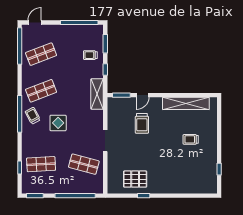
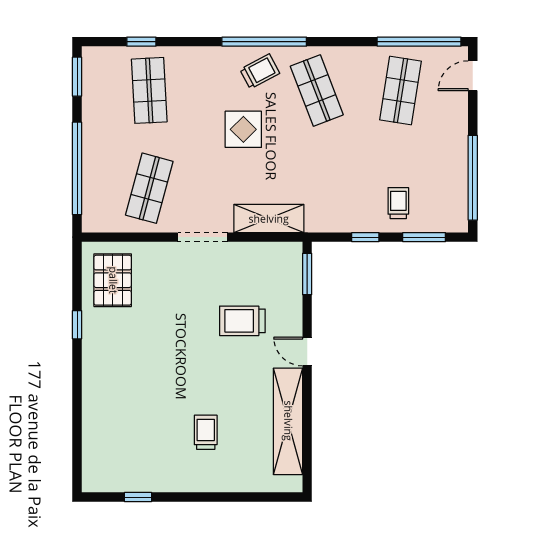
door: (35, 23) -> (473, 76), swing flipped
shop shelf: (41, 54) -> (401, 90), turned 30
shelving: (97, 94) -> (269, 219), moved
door: (143, 95) -> (307, 352), moved
pallet: (135, 179) -> (113, 280), moved

